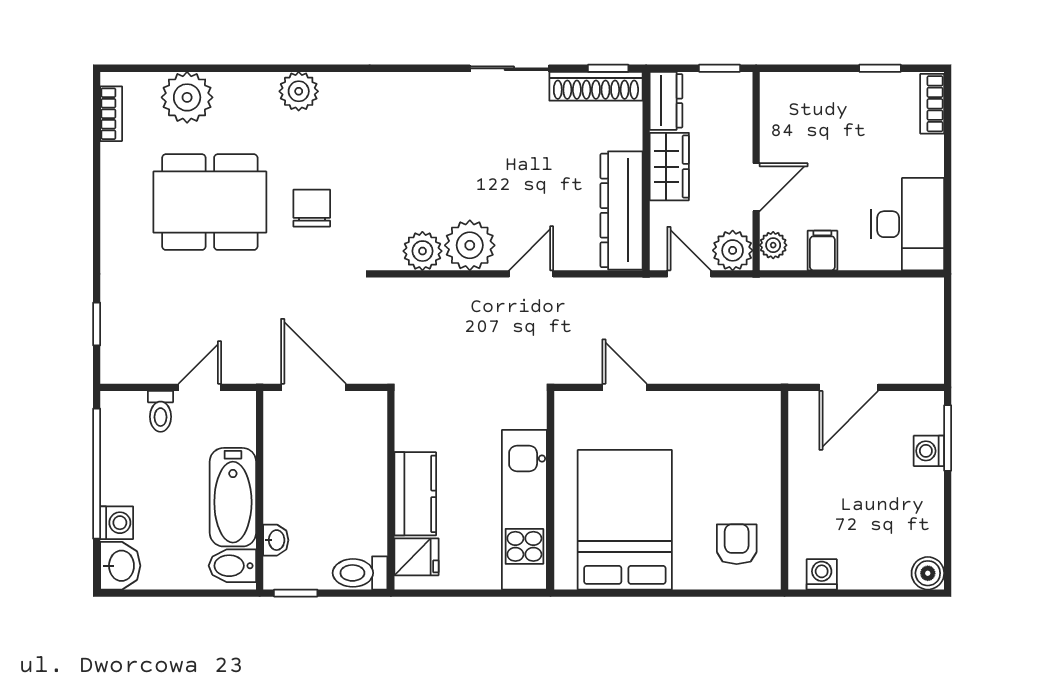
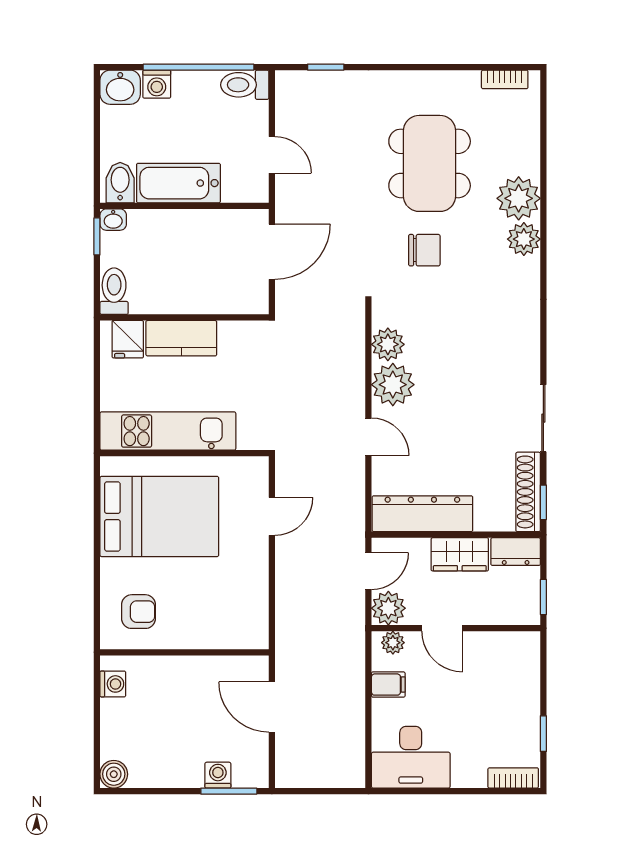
plant: (187, 97) -> (519, 198), moved
toilet: (161, 411) -> (245, 85), moved, width x1.37, depth x1.39
washbasin: (276, 540) -> (113, 220), moved

